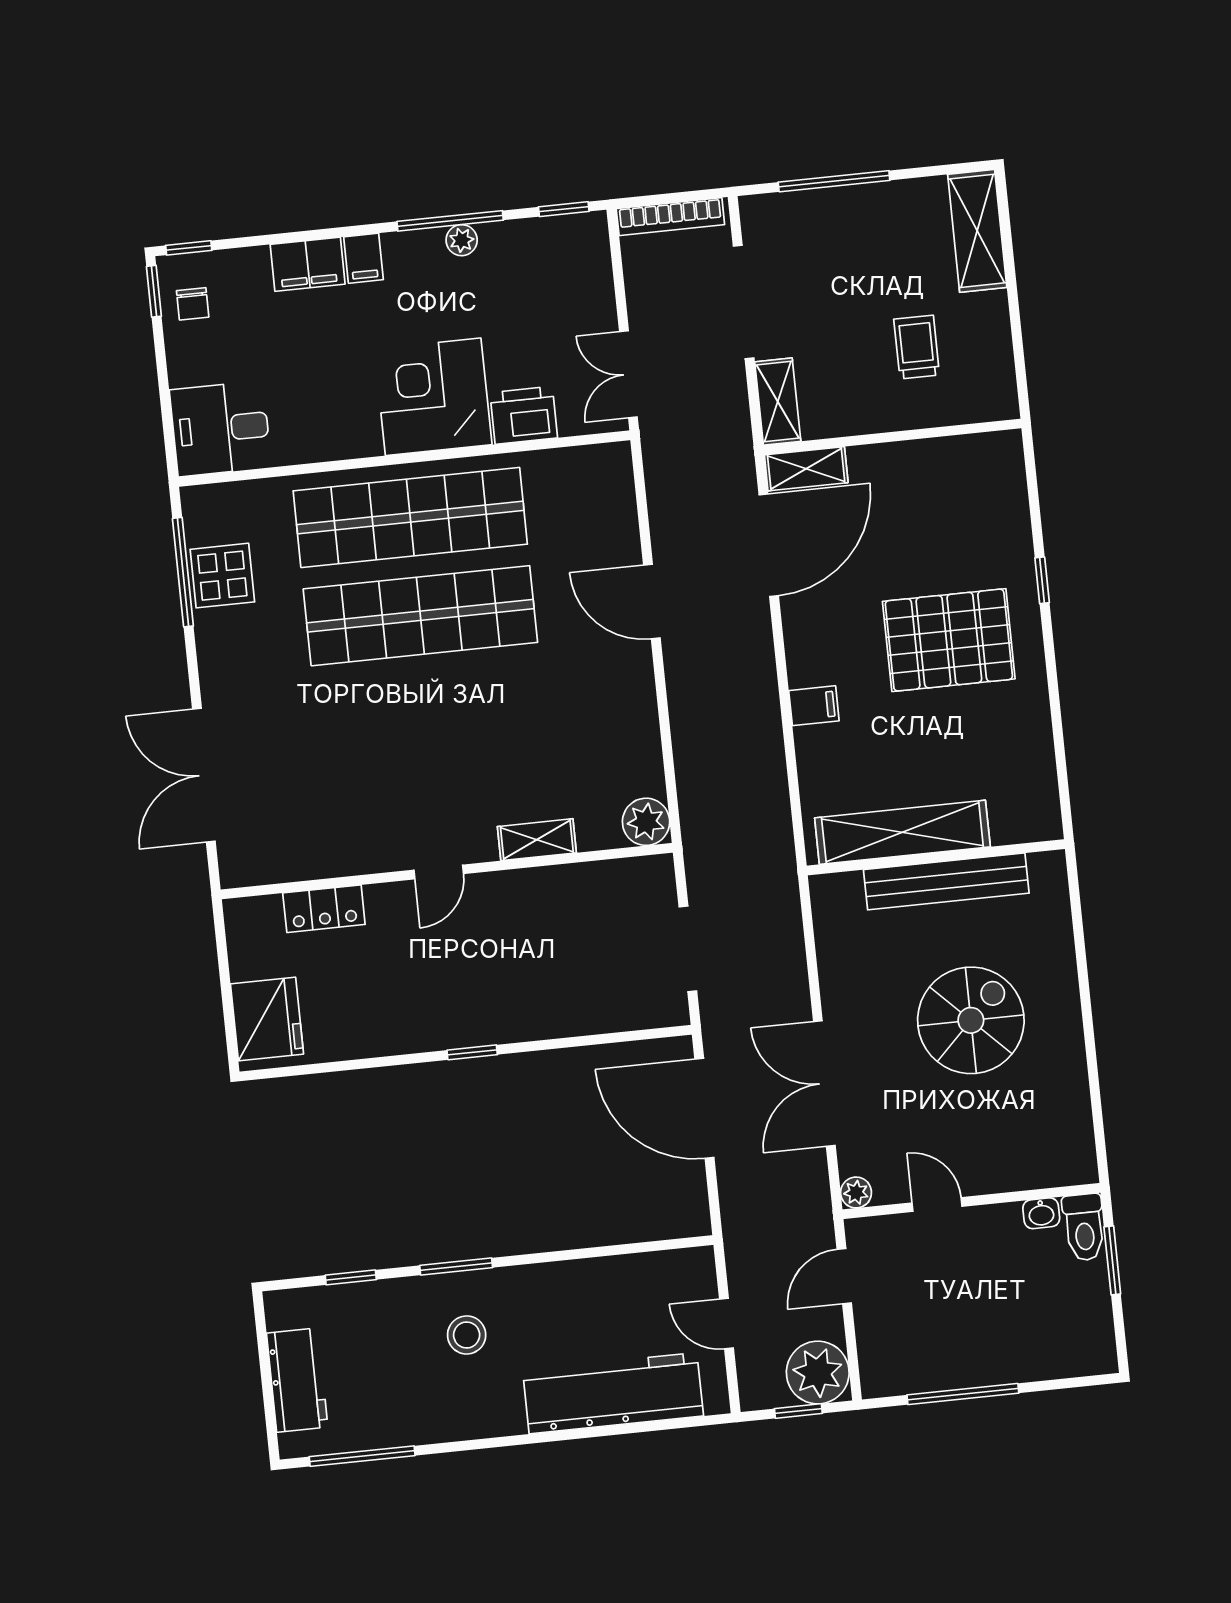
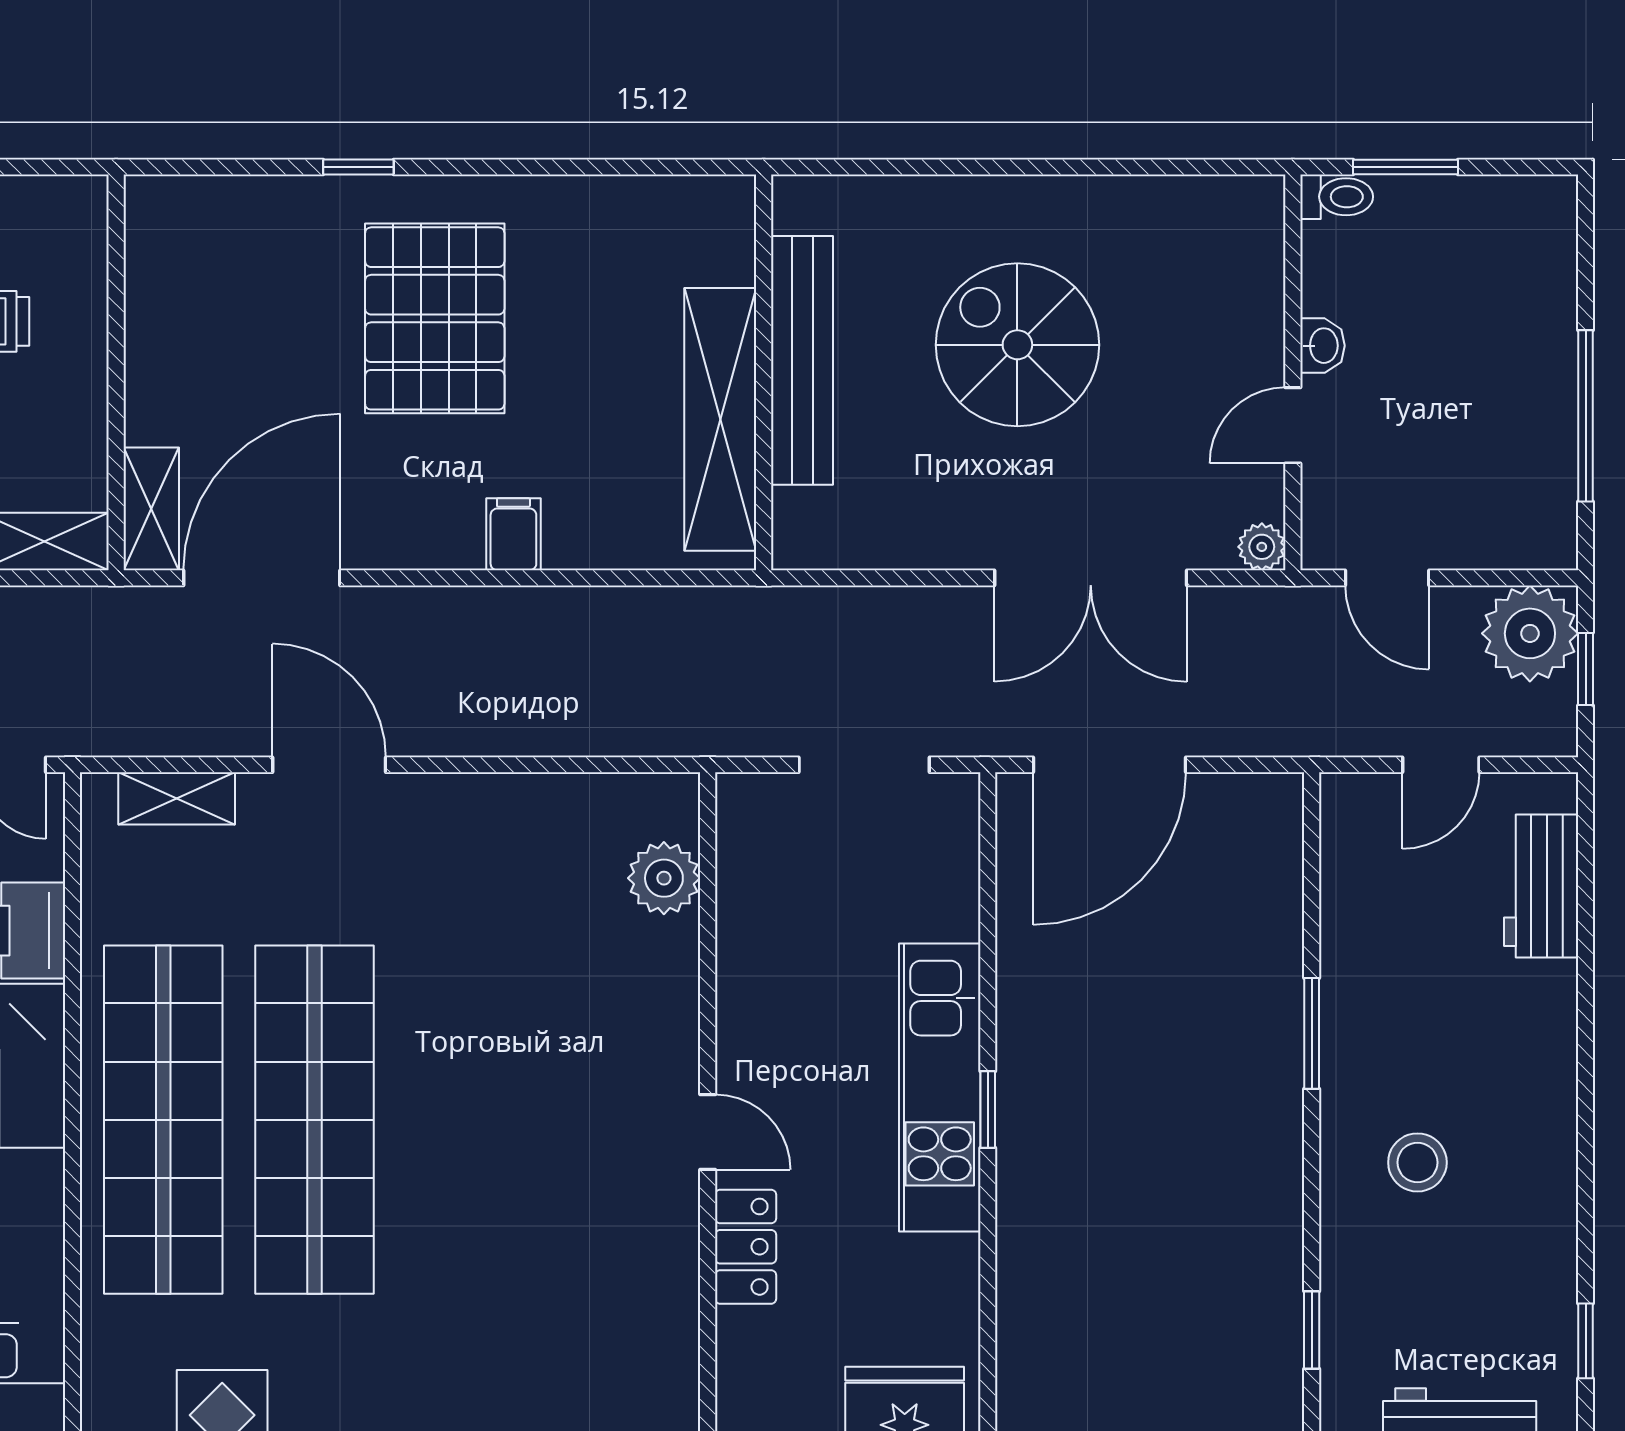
door: (769, 545) -> (262, 578), hinge flipped
door: (652, 601) -> (329, 765), swing flipped
plant: (646, 822) -> (664, 878), moved
shelving: (537, 840) -> (177, 798), moved, turned 90
locker: (324, 909) -> (746, 1247), moved
kitchen unit: (483, 1020) -> (940, 1087), added
washbasin: (1041, 1213) -> (1322, 346), moved
toilet: (1084, 1227) -> (1337, 197), width x0.73, depth x0.72
window: (456, 1267) -> (1312, 1033), moved
workbench: (613, 1393) -> (1541, 886), width x0.53, depth x0.76
window: (362, 1456) -> (1586, 1341), width x0.46

